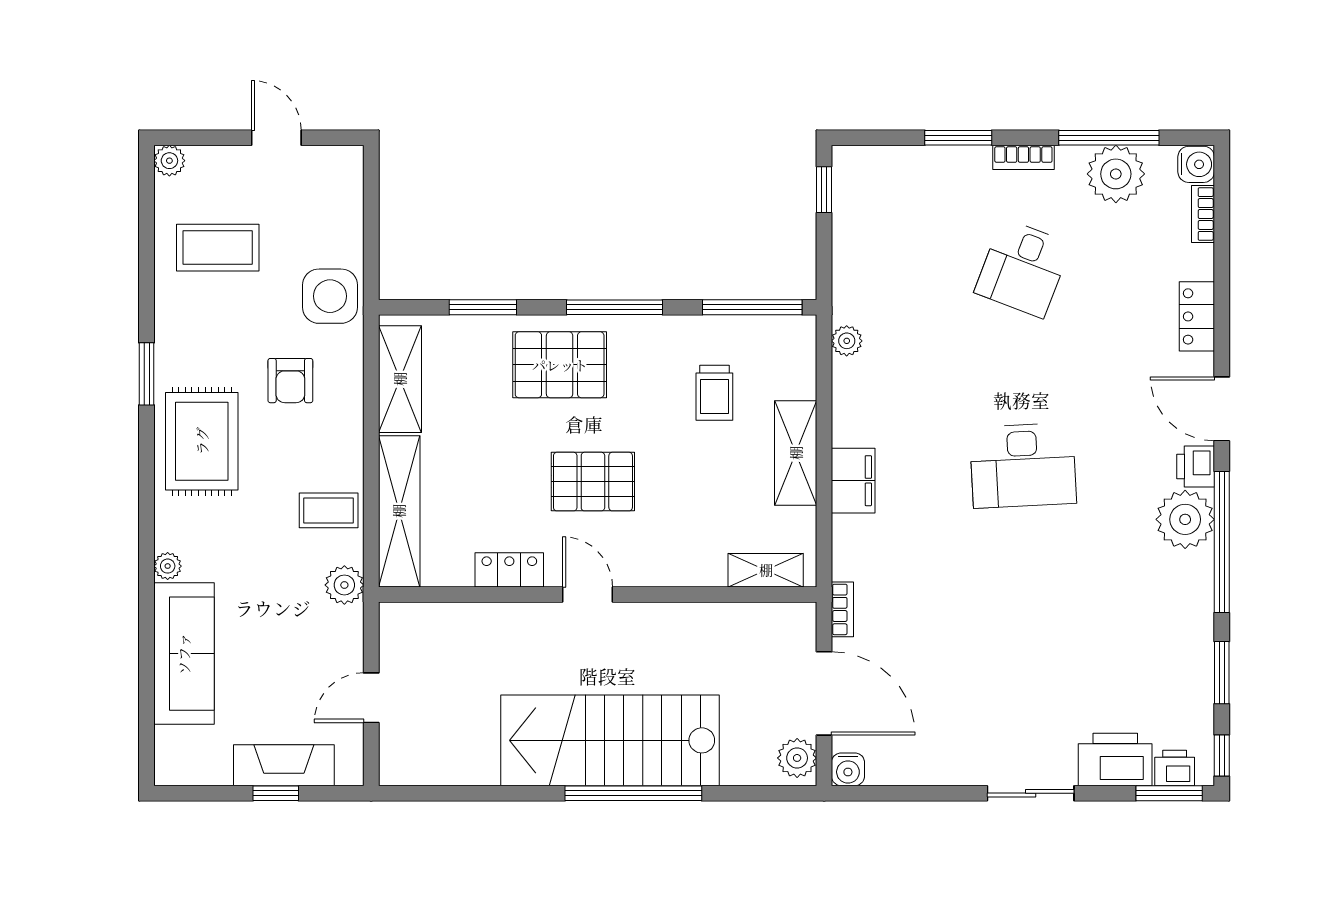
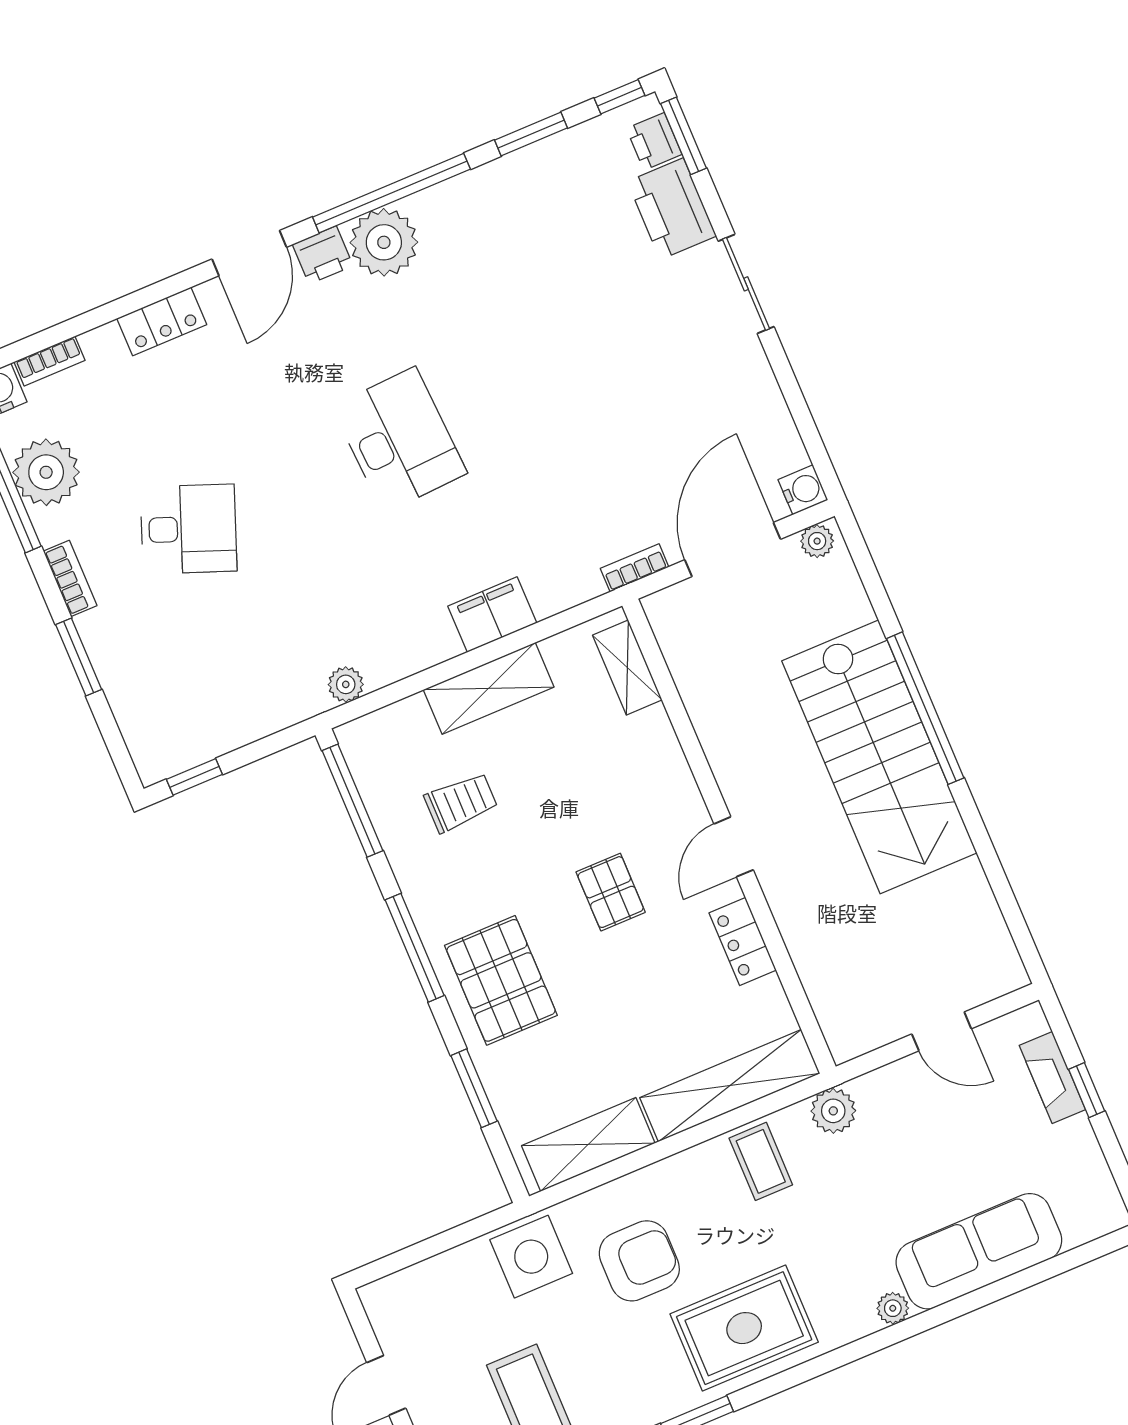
armchair: (290, 381) -> (639, 1261), width x1.38, depth x1.38
pallet: (593, 482) -> (611, 892), width x0.67, depth x0.71
plant: (797, 758) -> (817, 541), width x0.73, depth x0.73
fireplace: (284, 765) -> (1052, 1077), width x0.73, depth x0.76

